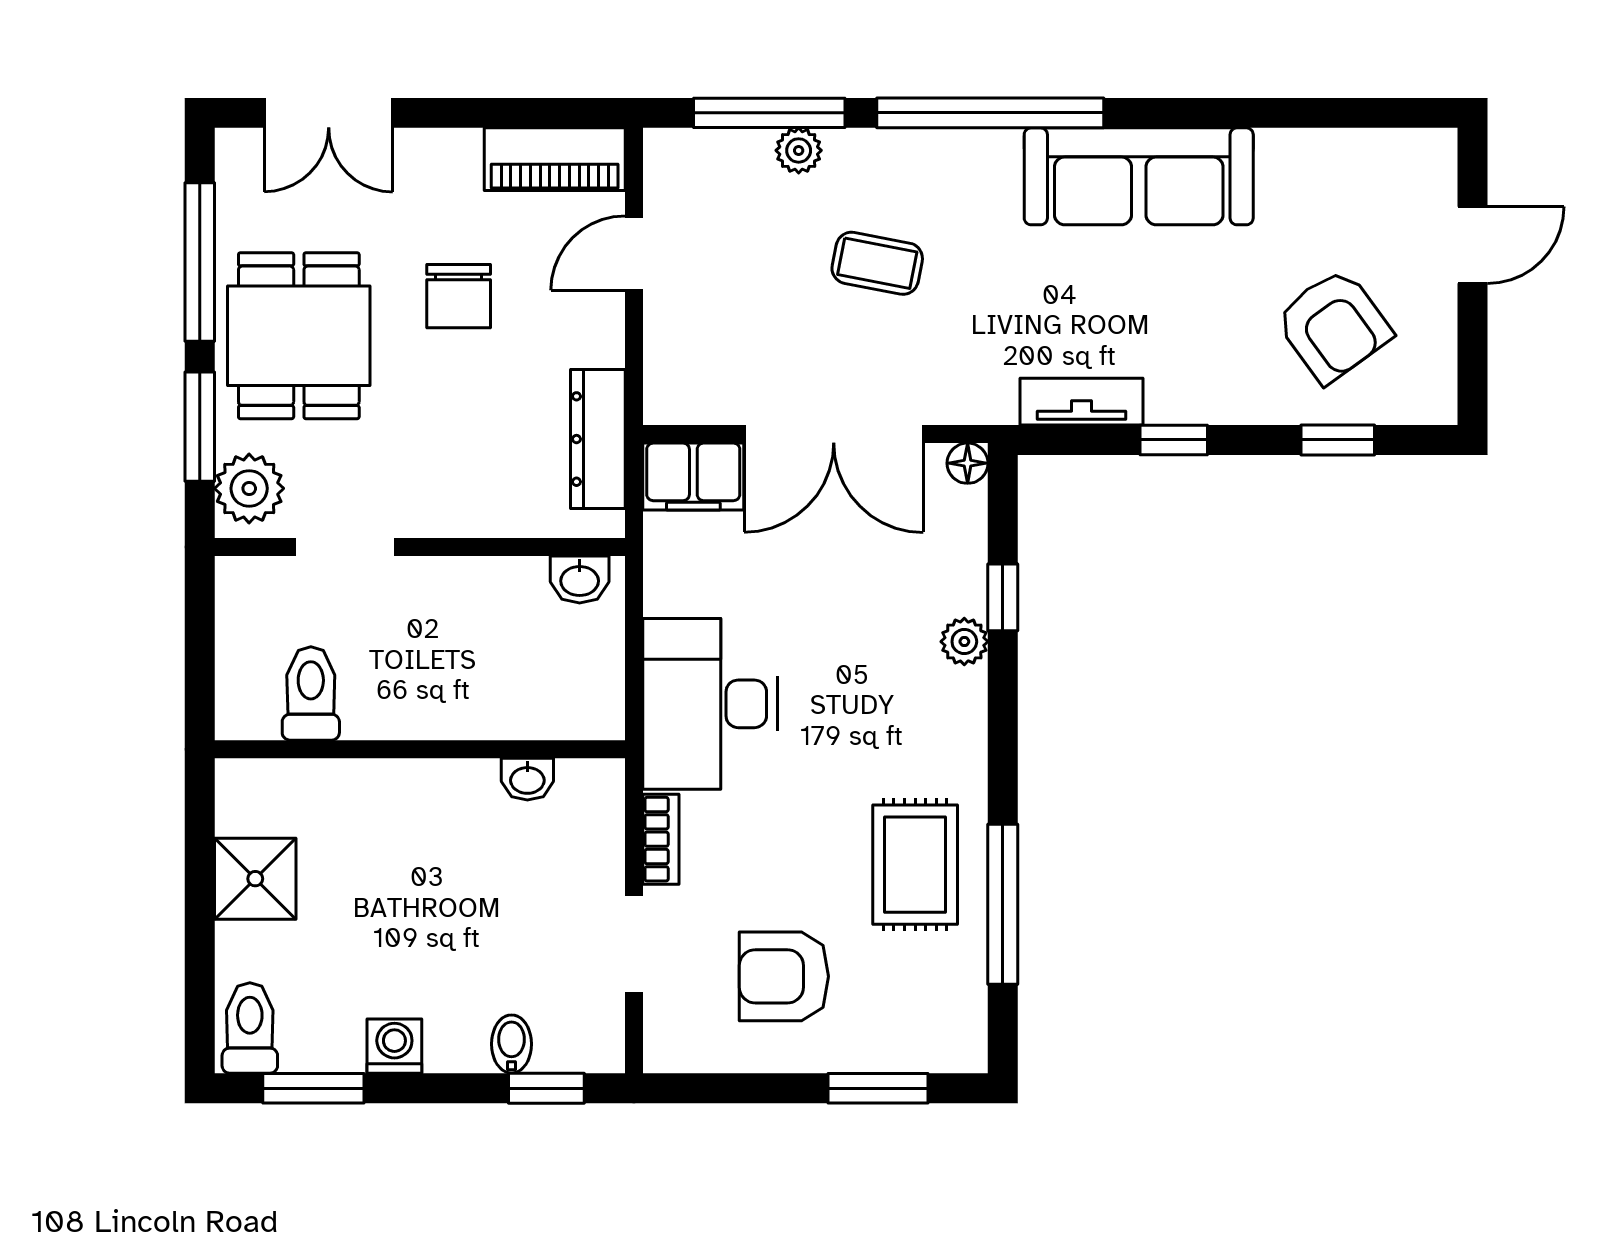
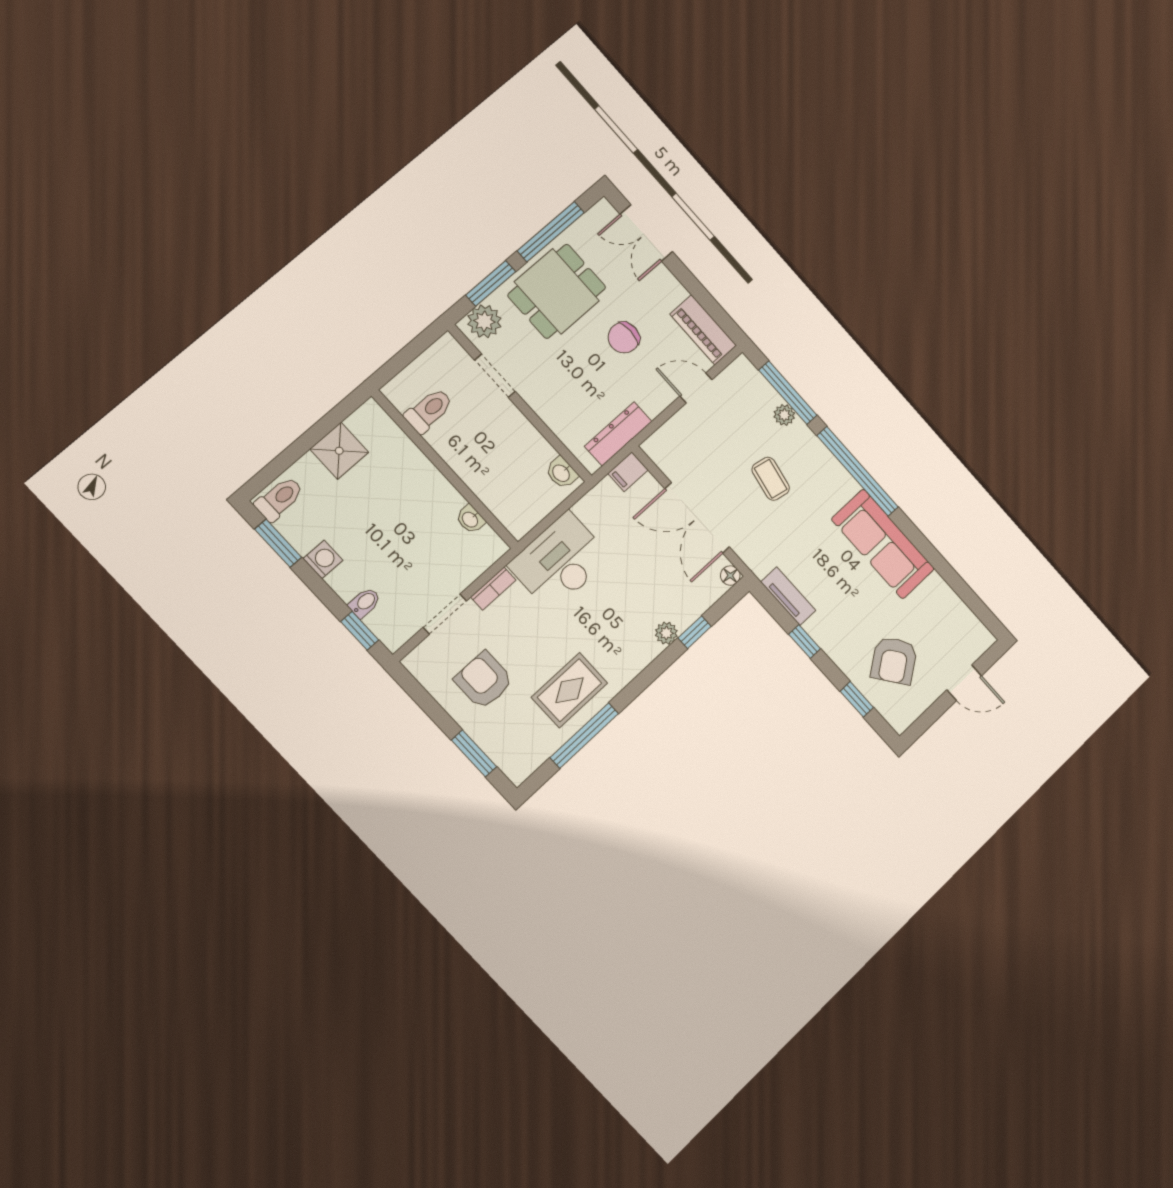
filing cabinet: (693, 477) -> (628, 472), width x0.50

